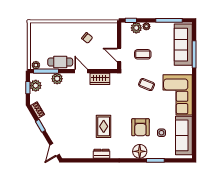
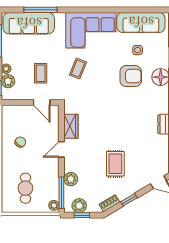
door: (119, 55) -> (42, 102), hinge flipped
cafe table: (60, 62) -> (25, 188), moved
rug: (104, 126) -> (115, 164), moved, turned 90

